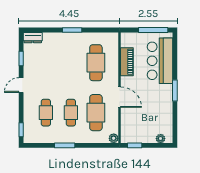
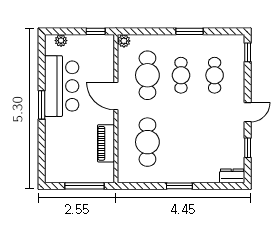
window: (153, 30) -> (85, 186), moved
bar counter: (160, 61) -> (62, 86), moved

